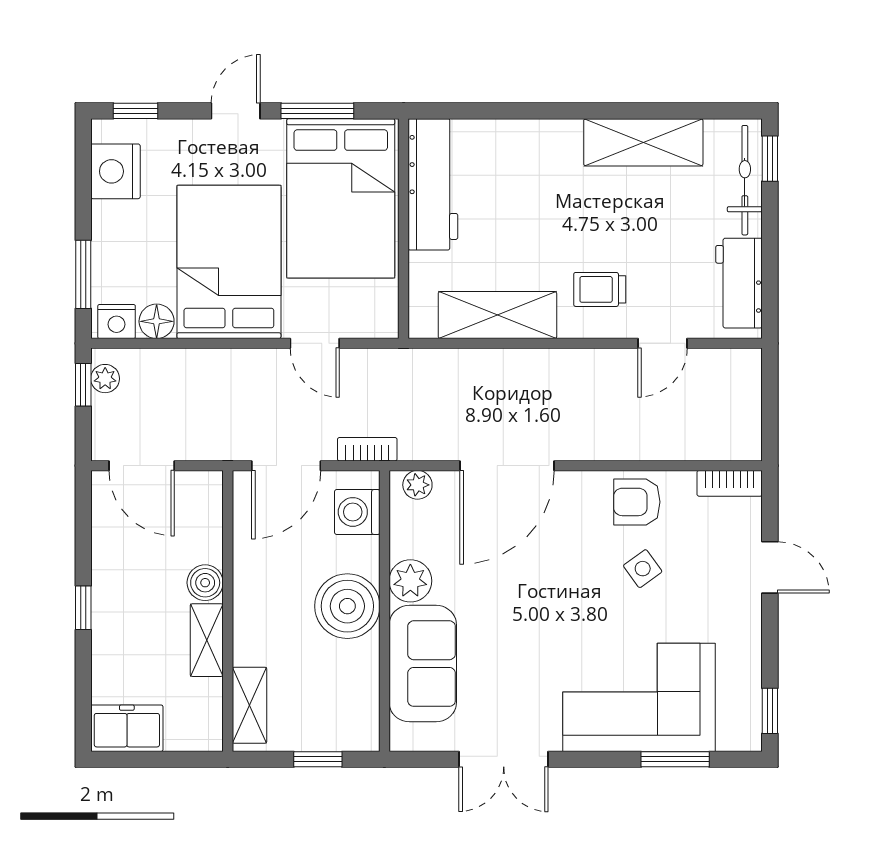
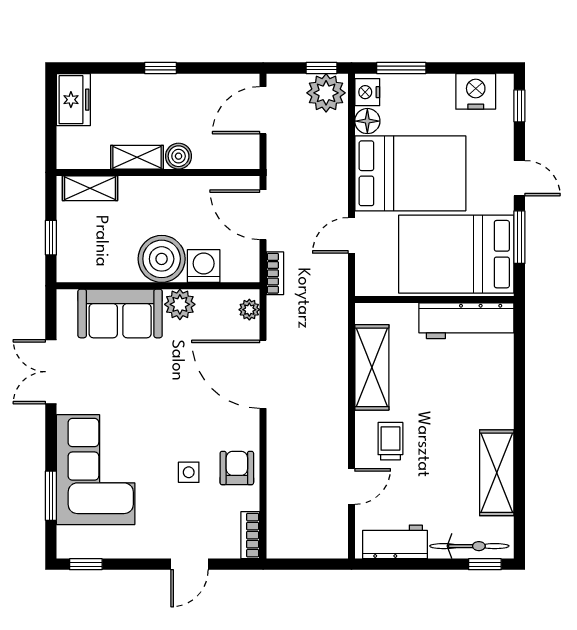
door: (662, 343) -> (351, 487), swing flipped
plant: (105, 379) -> (326, 93), width x1.87, depth x1.87
washing machine: (357, 512) -> (204, 266), moved
side table: (643, 569) -> (189, 472), turned 36

